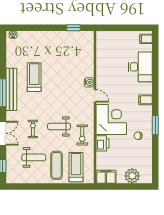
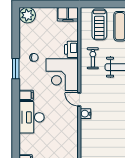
desk: (140, 67) -> (32, 117), moved
plant: (132, 176) -> (27, 15), moved

